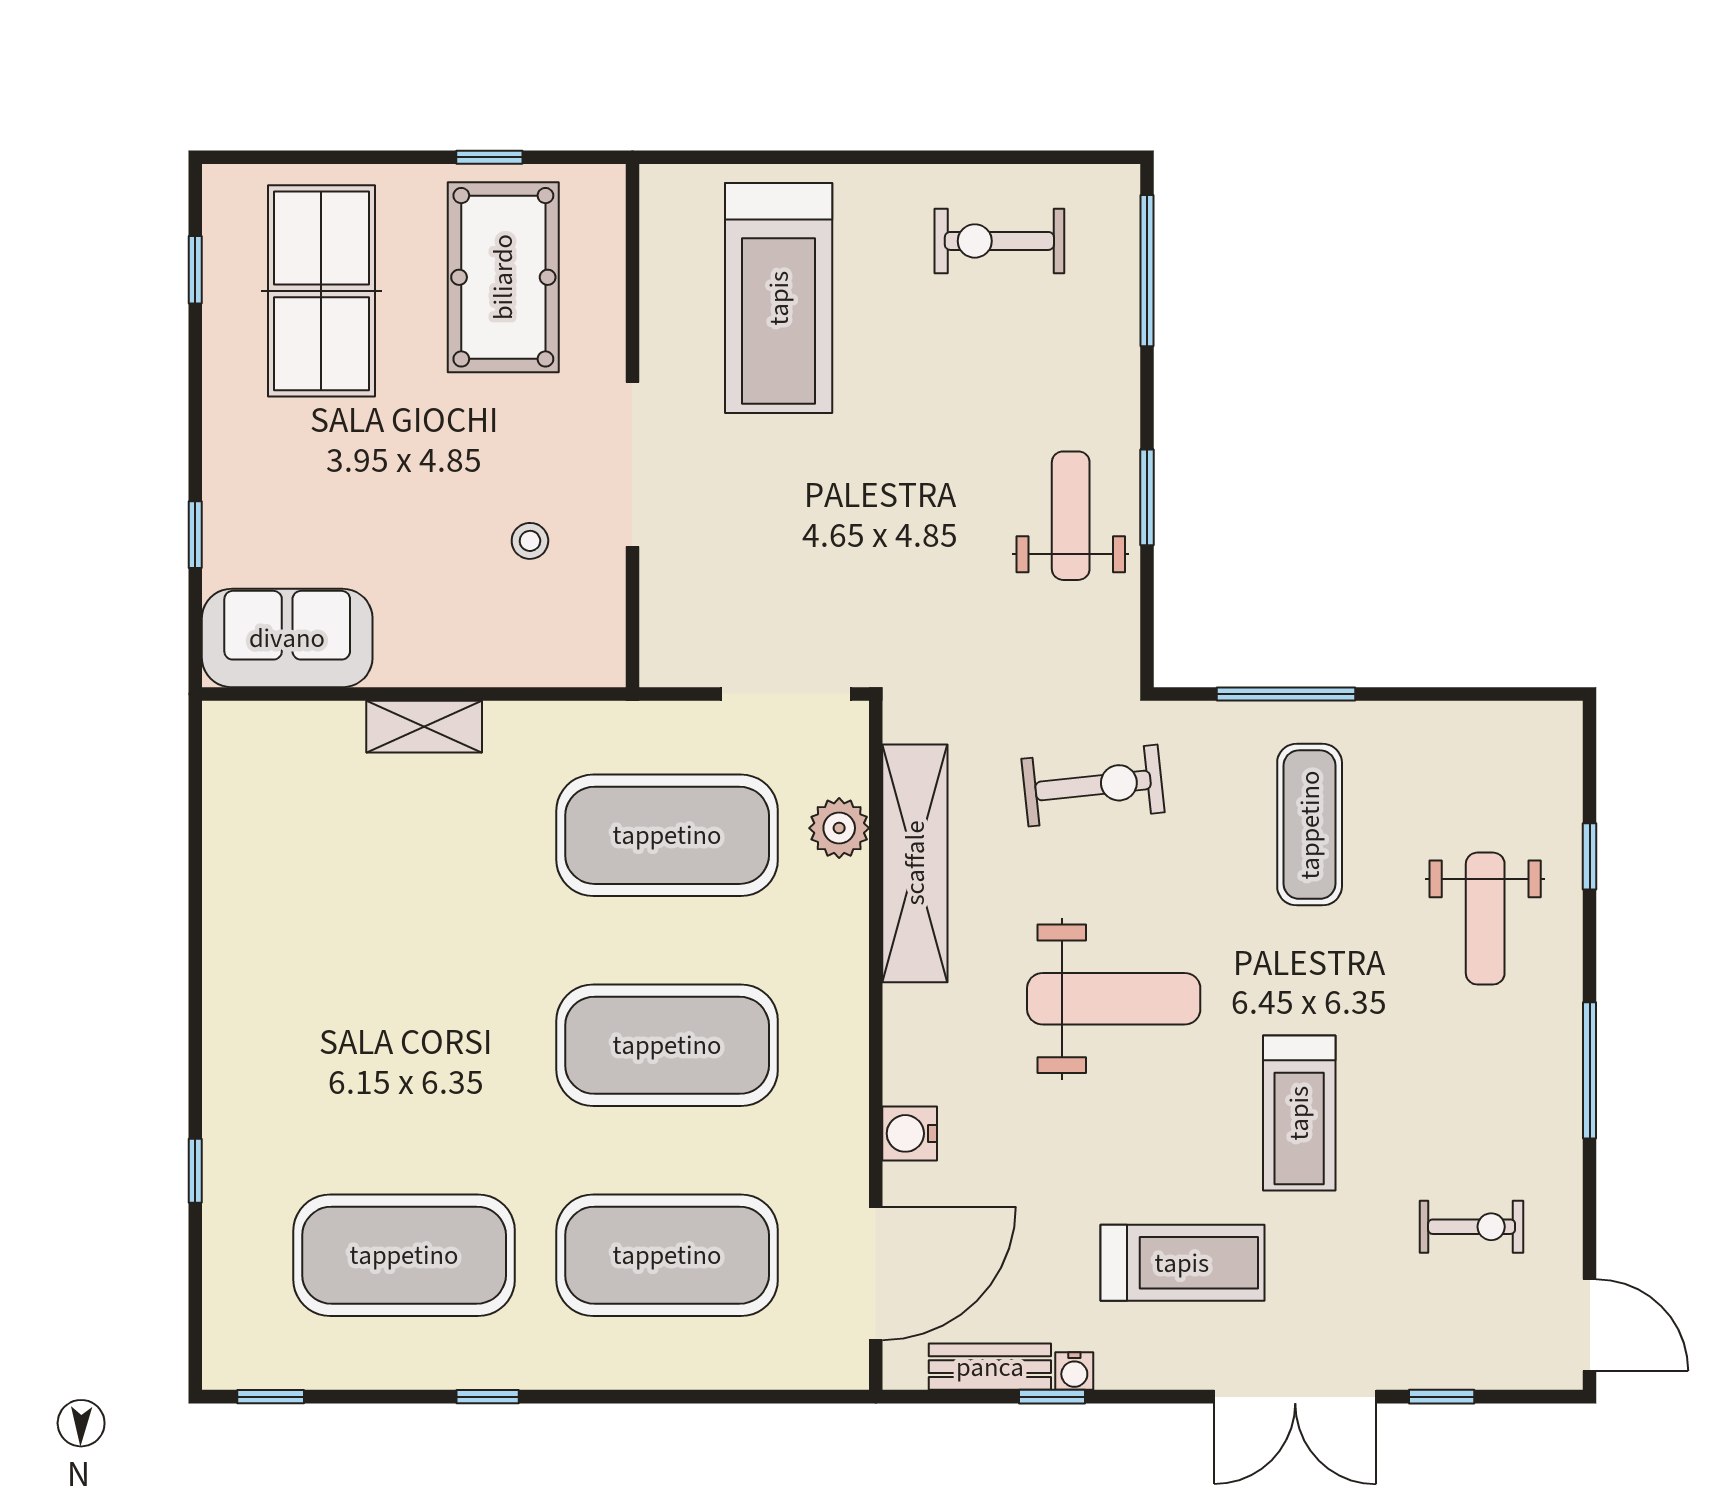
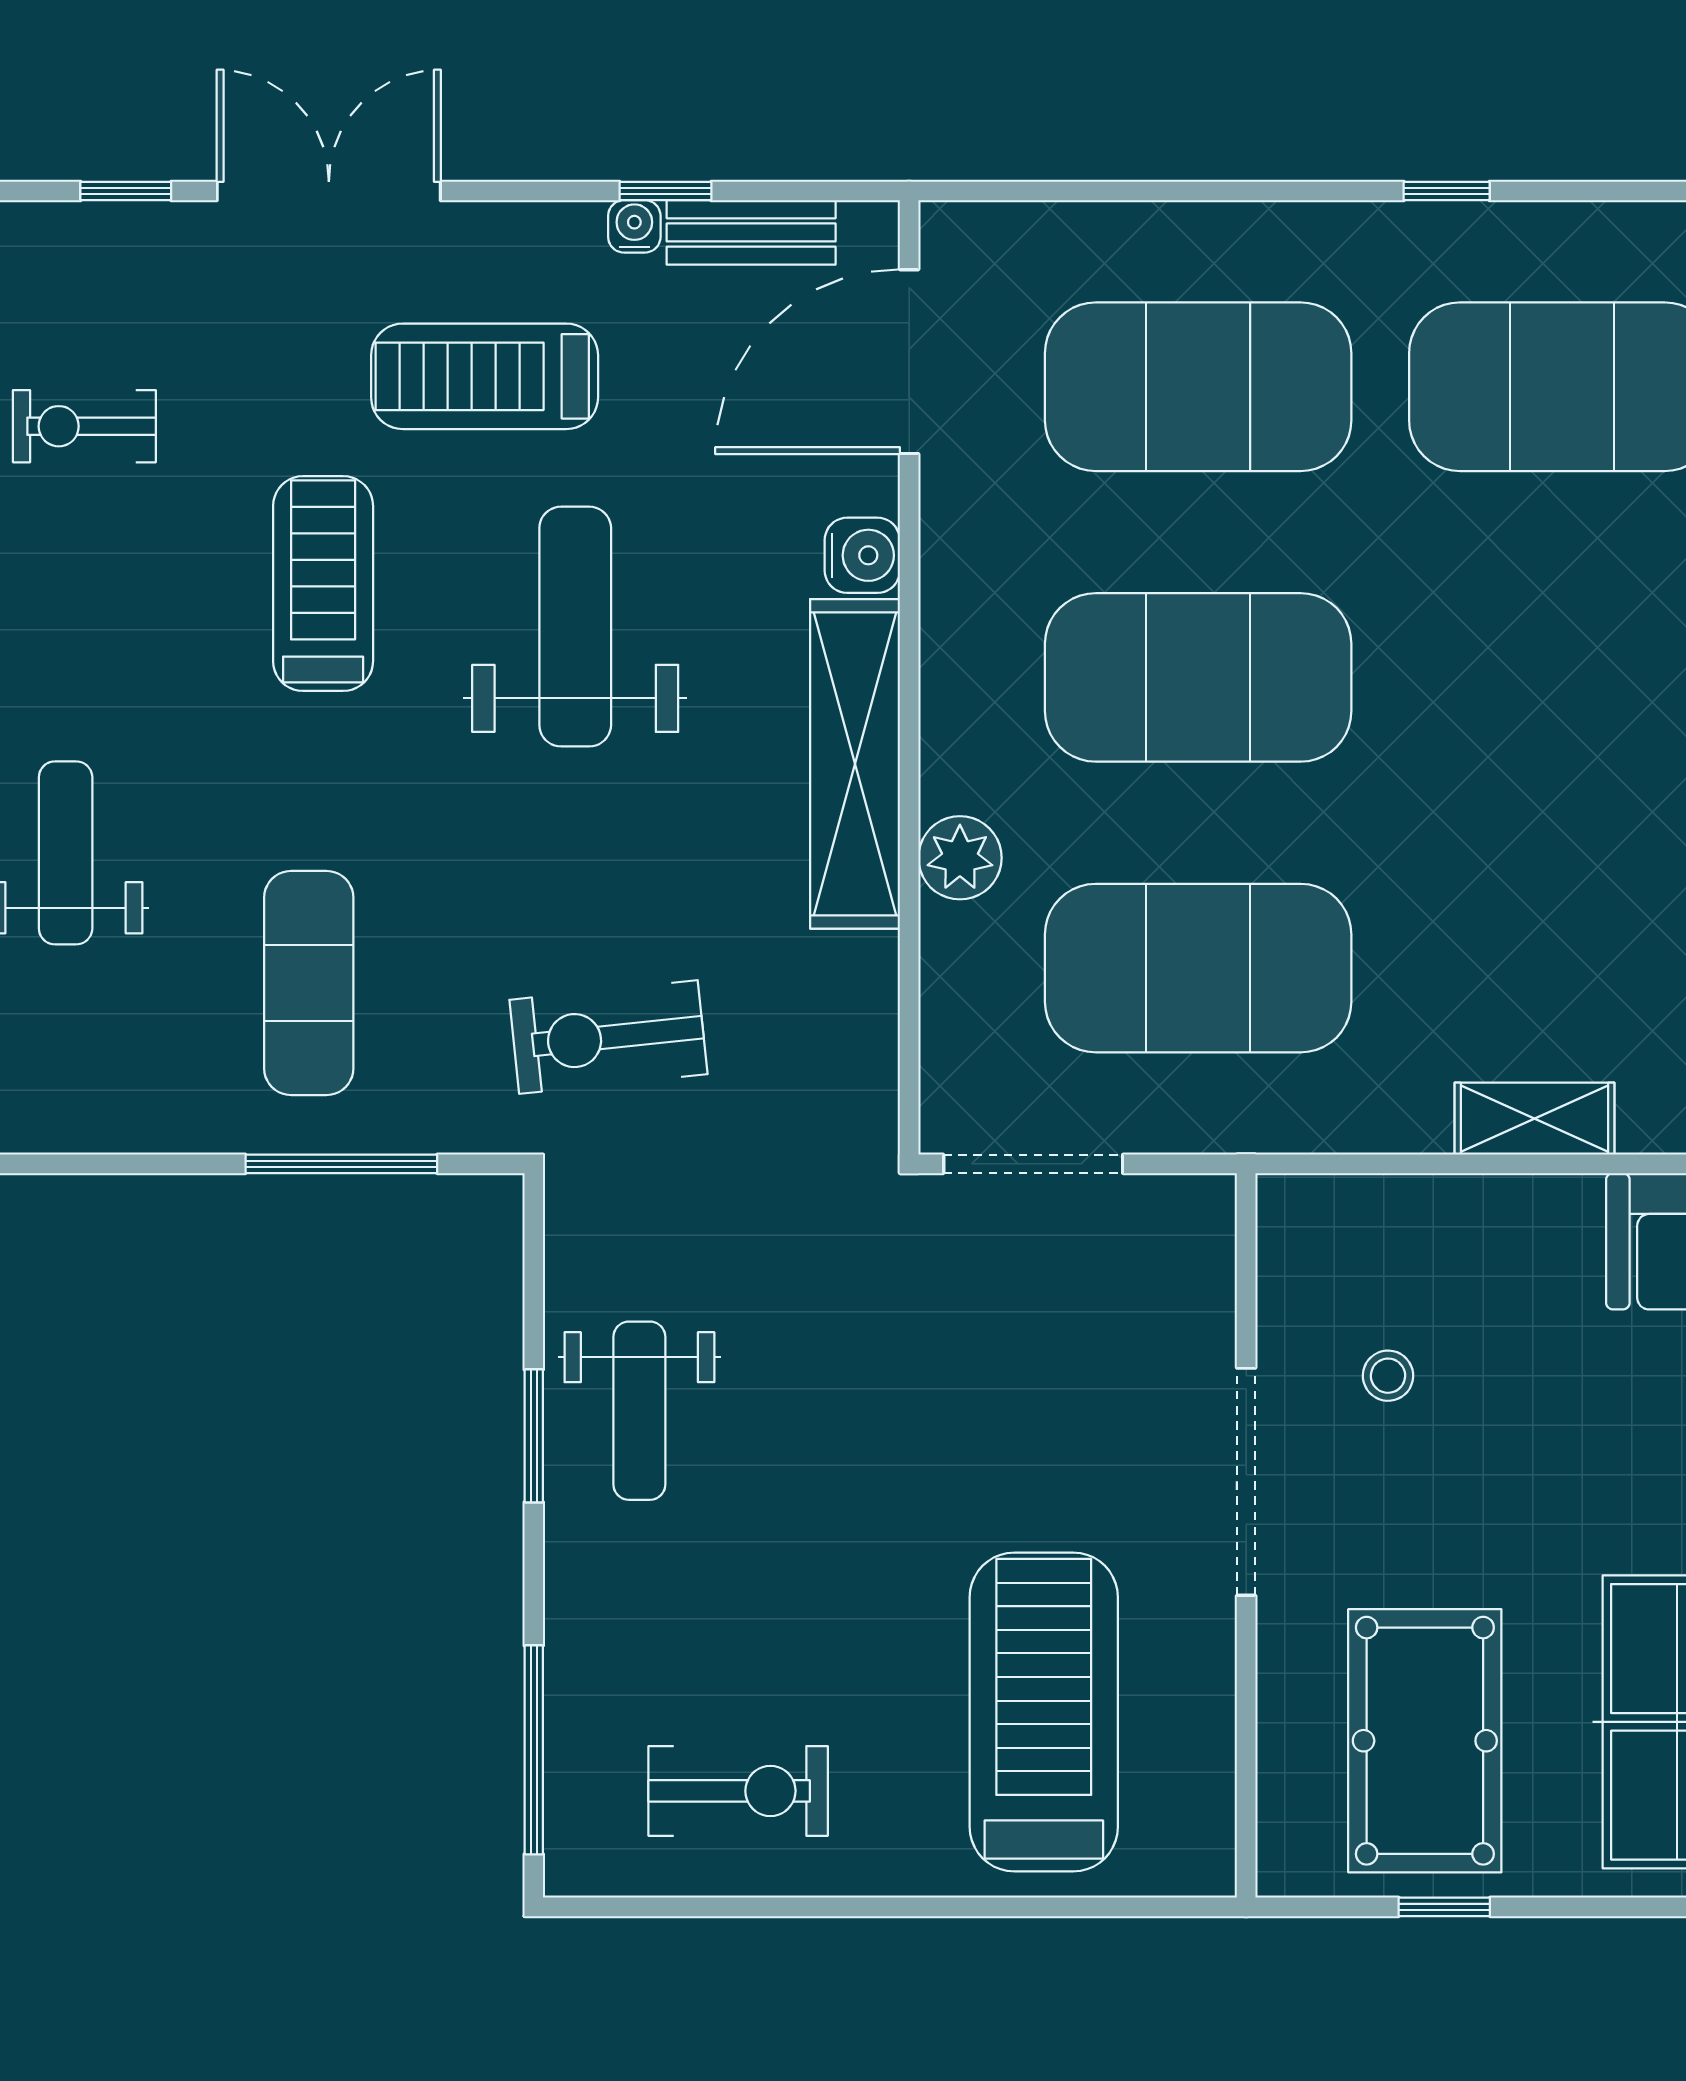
plant: (839, 828) -> (960, 858), moved
shelving: (915, 863) -> (855, 764), moved
weight bench: (1114, 999) -> (575, 627), moved, turned 90

